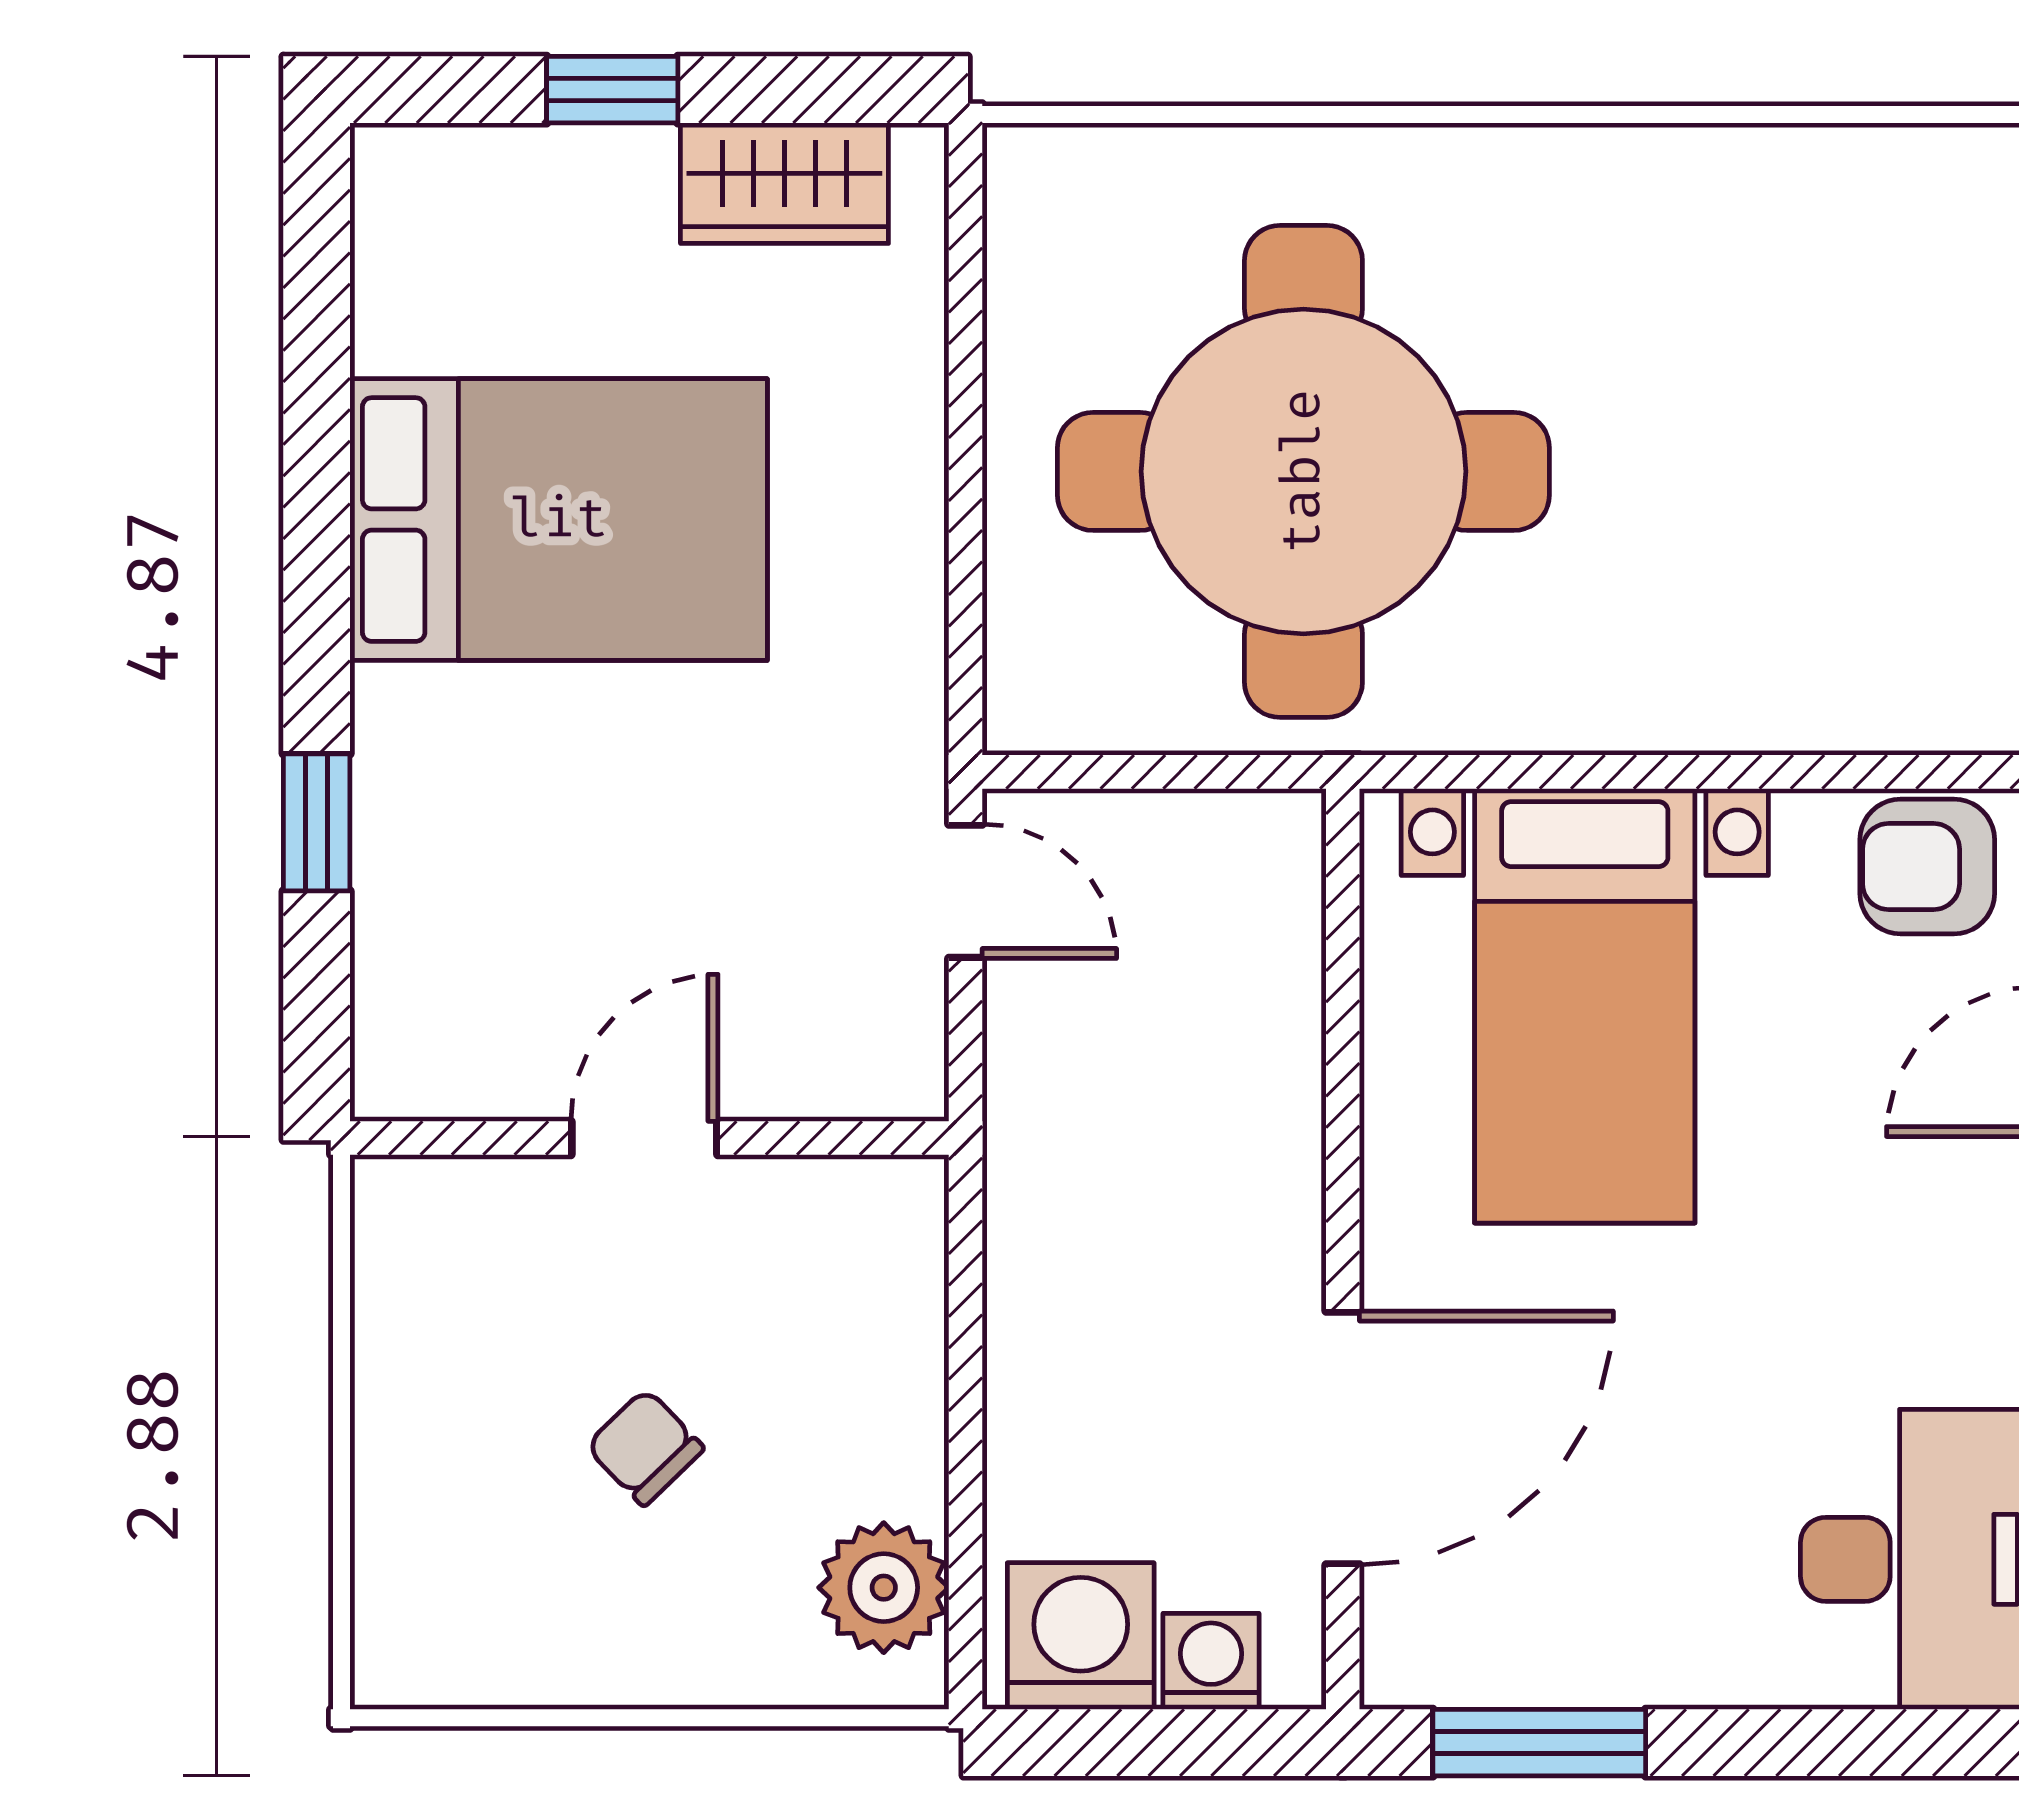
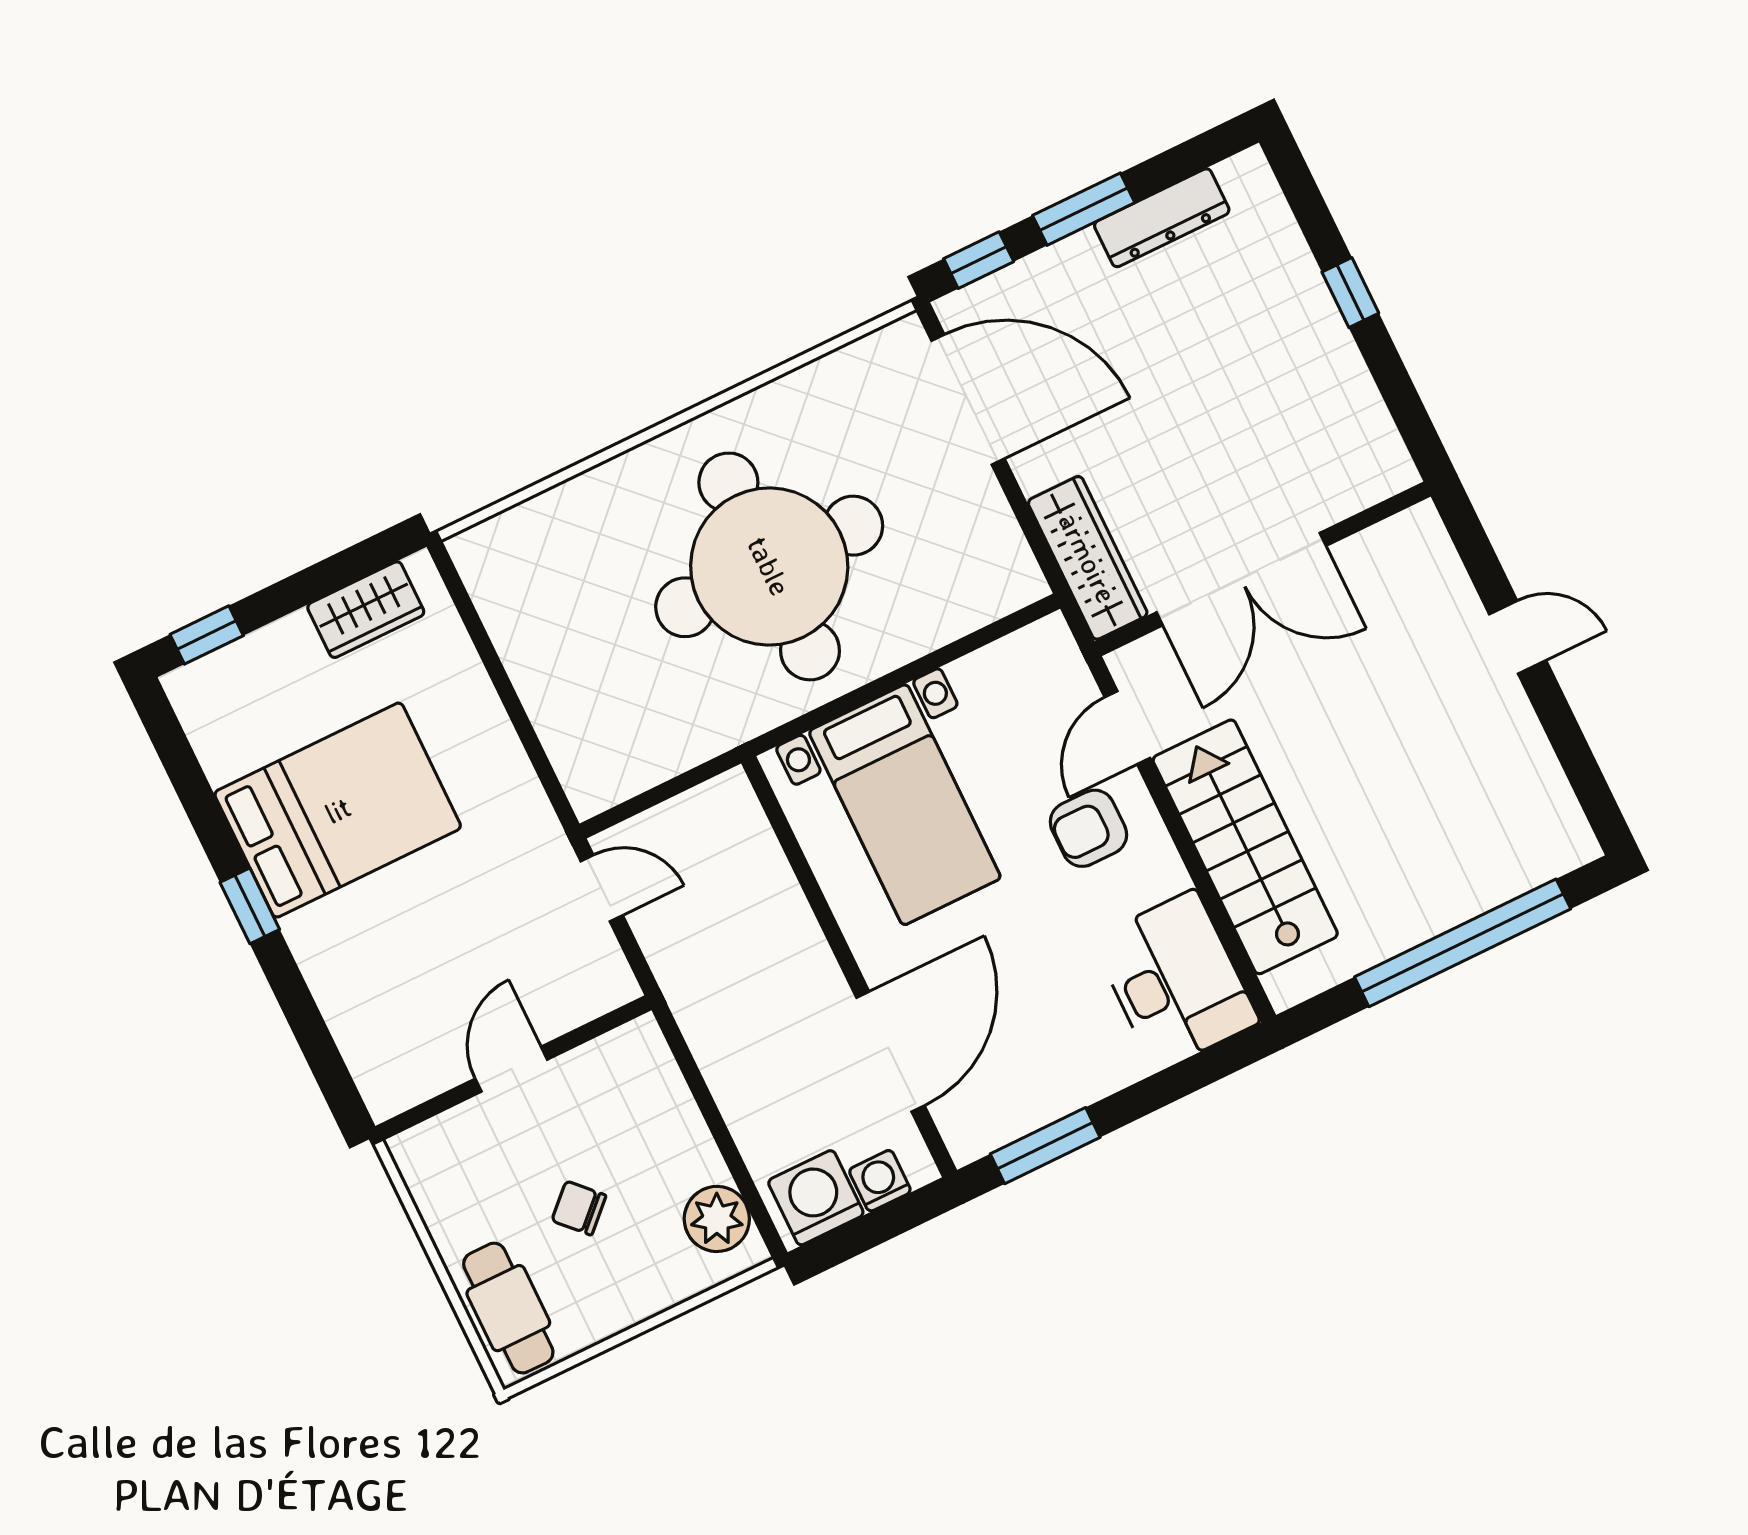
window: (612, 90) -> (207, 635), moved
round table: (1303, 471) -> (769, 566), moved
window: (317, 822) -> (250, 906), moved
armchair: (1927, 867) -> (1088, 828), moved
cafe table: (430, 1566) -> (508, 1308), added

